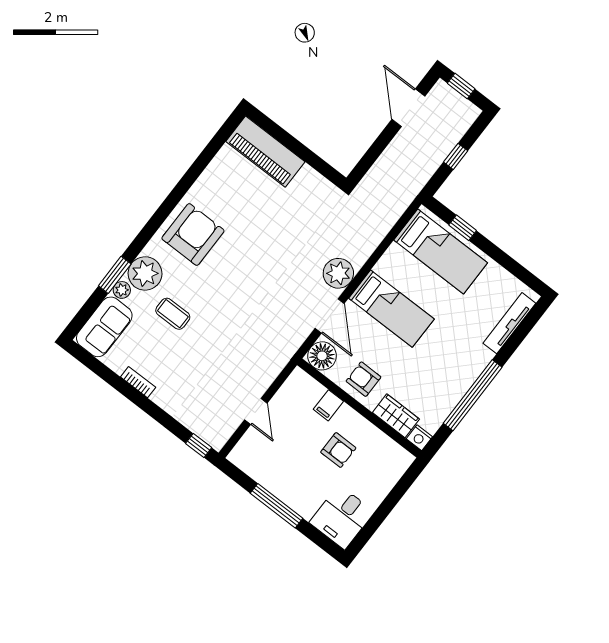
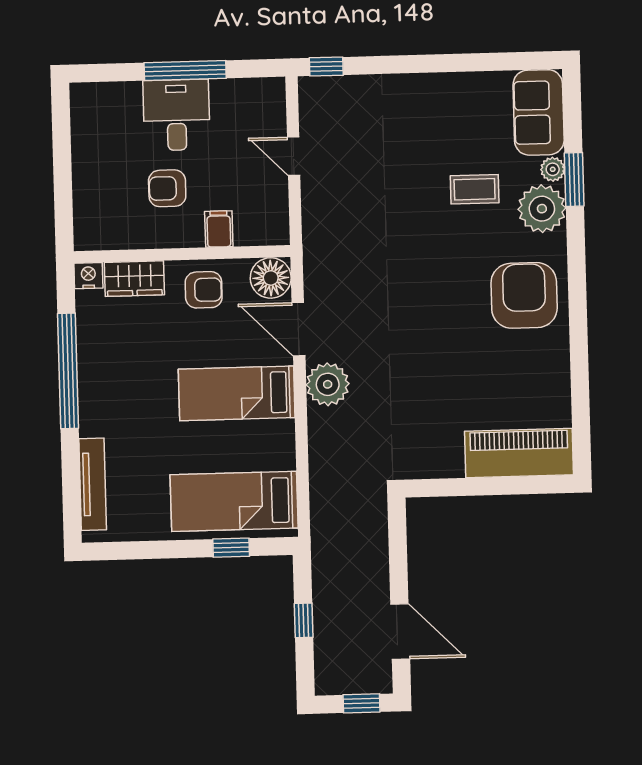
armchair: (193, 234) -> (524, 295), turned 180
bookcase: (138, 382) -> (451, 82), removed
desk: (342, 517) -> (176, 115), moved

